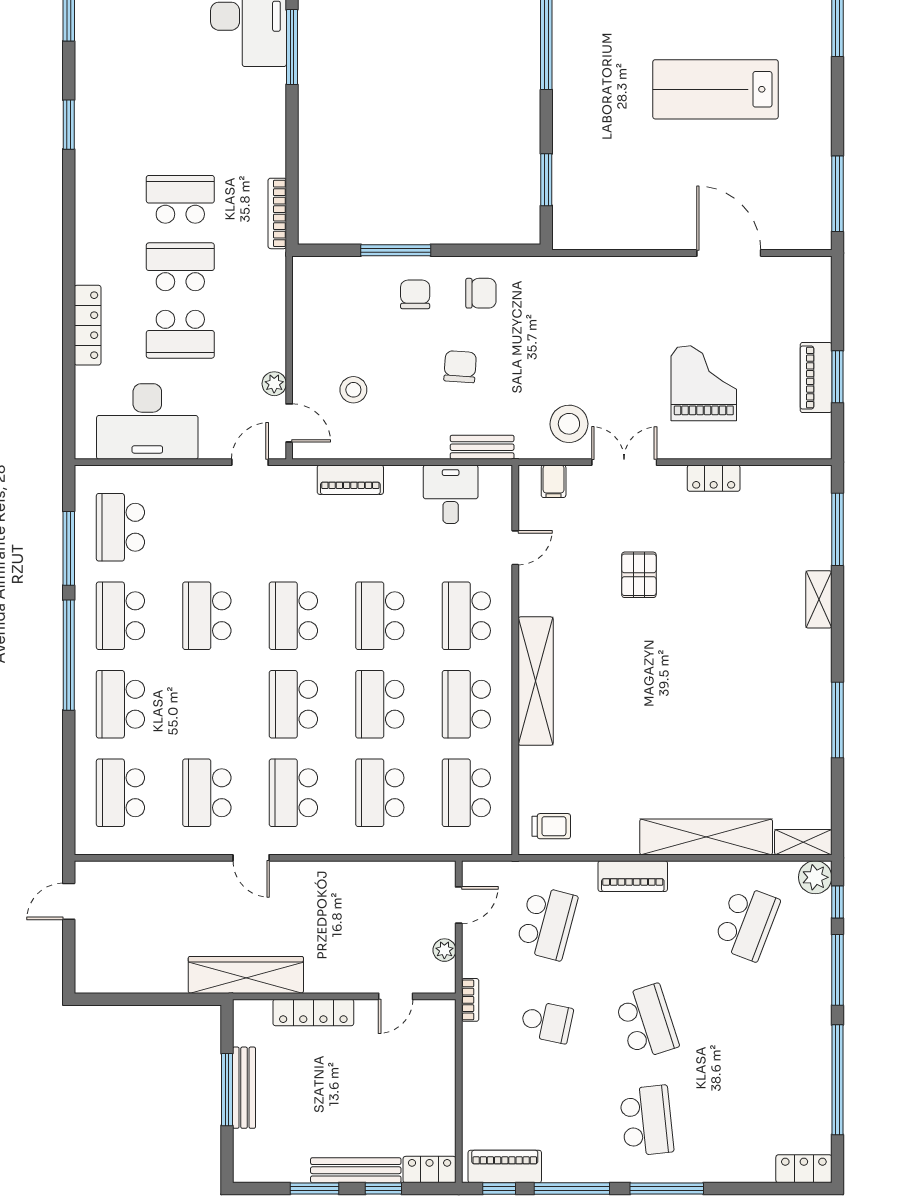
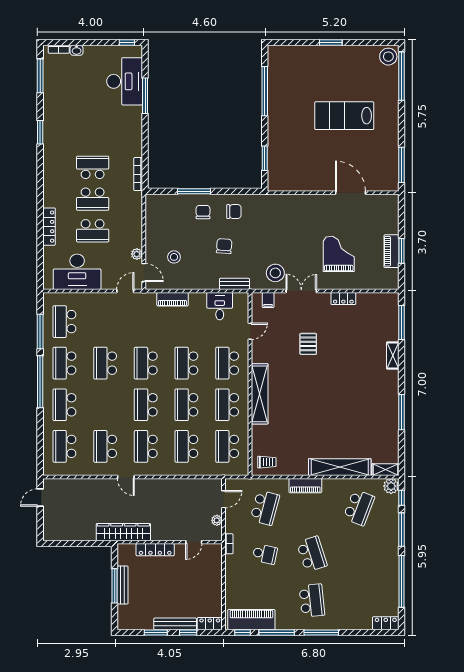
school desk: (180, 267) -> (93, 199), turned 180
piano: (505, 1167) -> (251, 620), width x1.37, depth x1.33

